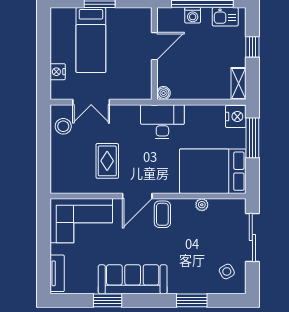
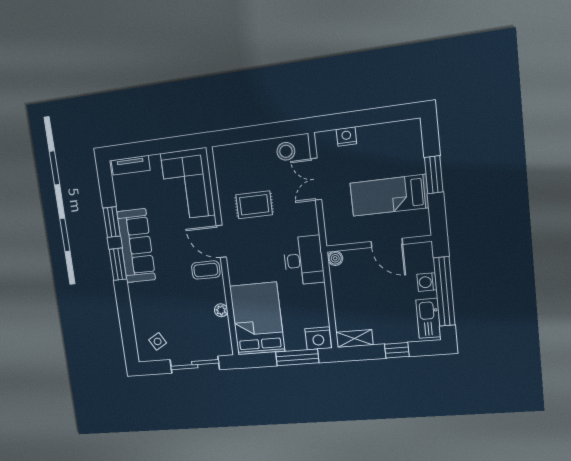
kitchen sink: (225, 17) -> (428, 318), width x1.38
bed: (91, 40) -> (389, 195), moved
window: (192, 300) -> (118, 264), moved

